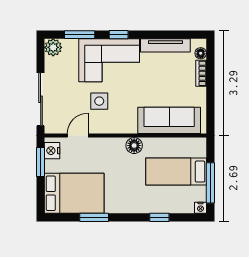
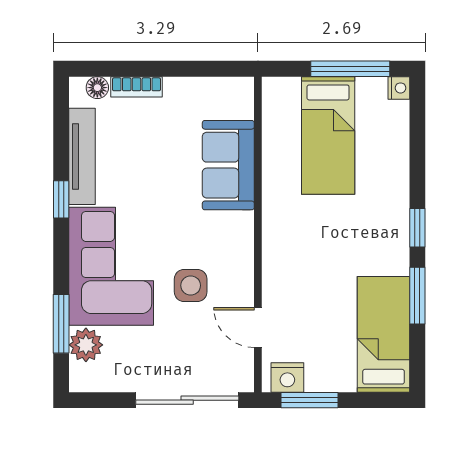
window: (119, 35) -> (61, 199), moved
plant: (53, 47) -> (86, 345), moved
sofa: (169, 120) -> (228, 165), width x0.73
floor lamp: (134, 146) -> (277, 217), removed
bed: (74, 193) -> (384, 334), width x0.67
window: (159, 217) -> (417, 228), moved

